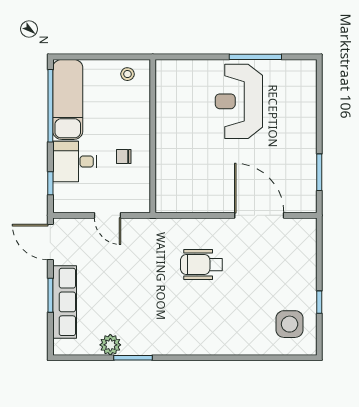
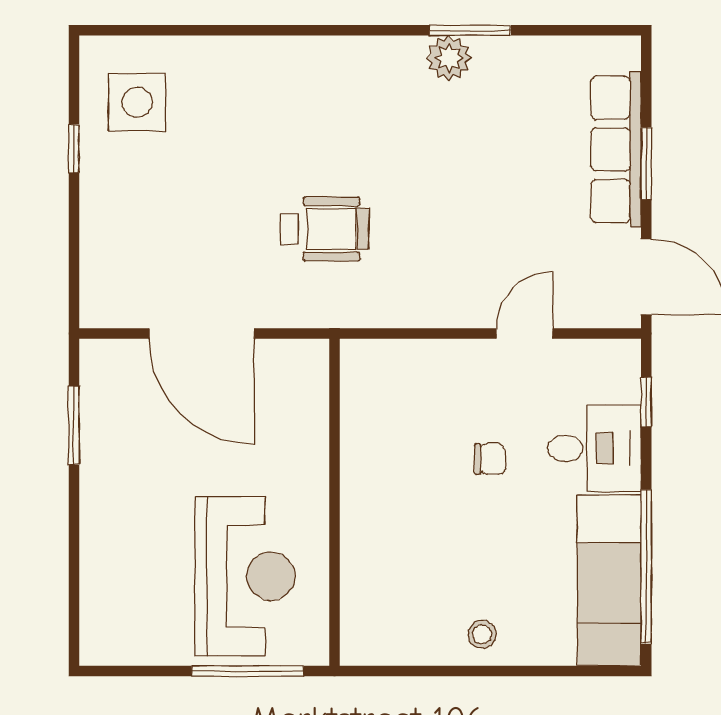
window: (255, 57) -> (248, 671), moved
wall: (153, 136) -> (334, 502), moved
door: (108, 215) -> (524, 334), hinge flipped
plant: (110, 345) -> (449, 58), moved

